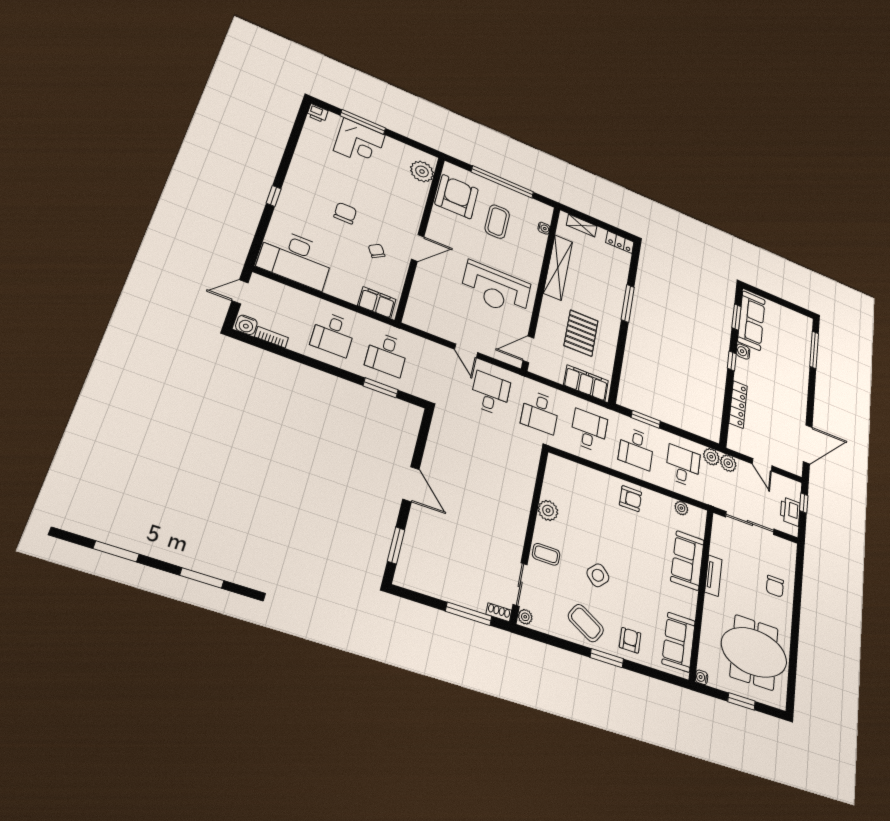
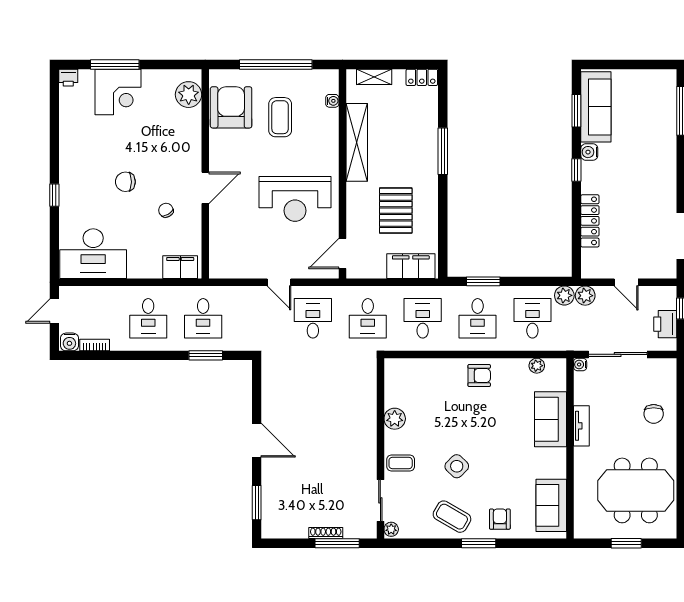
chair: (345, 213) -> (125, 182), turned -90
shoe rack: (499, 612) -> (326, 533), moved, width x1.43
water cooler: (702, 677) -> (580, 364), moved

